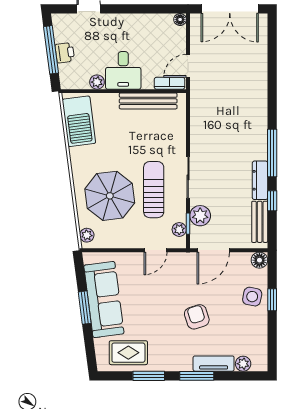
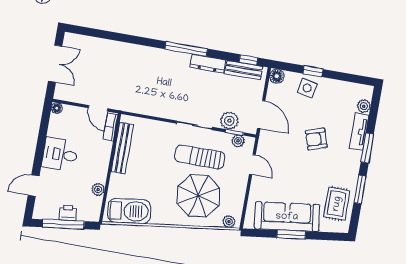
double door: (230, 9) -> (55, 64), width x0.73
desk: (123, 70) -> (60, 154), moved, turned 180
window: (272, 201) -> (248, 60), moved

